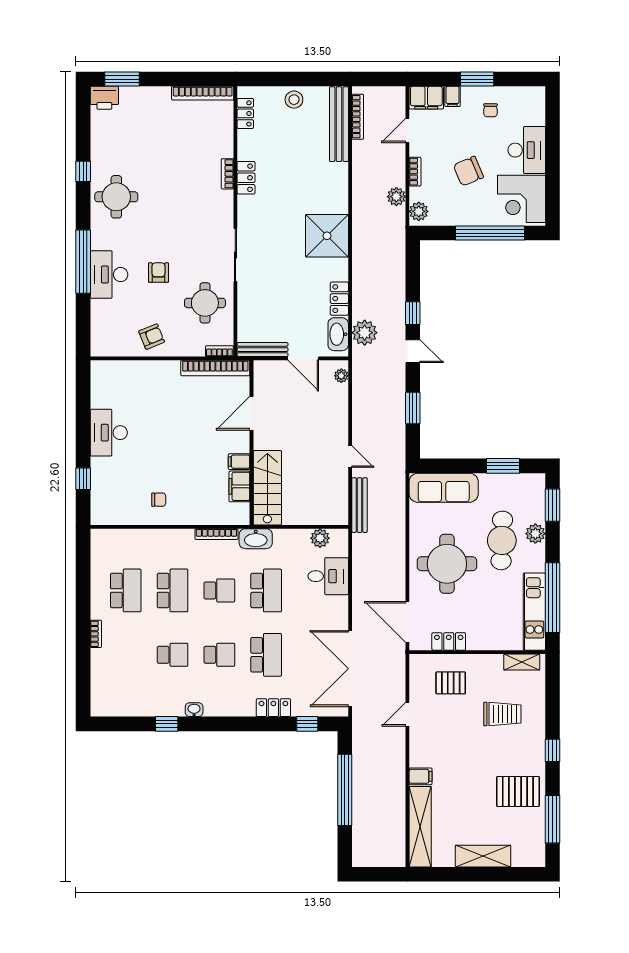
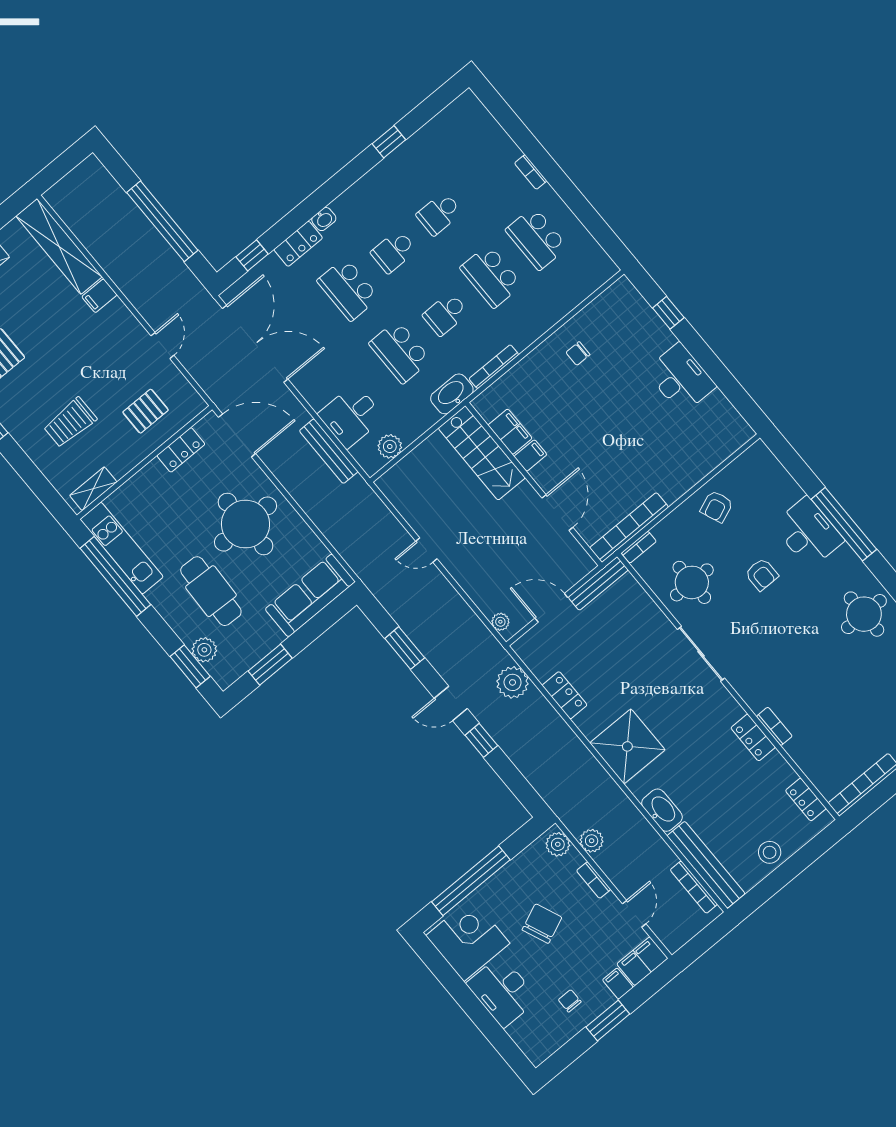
washbasin: (338, 334) -> (662, 810), moved
bench: (360, 505) -> (329, 451), moved
plant: (535, 534) -> (204, 650), moved
washbasin: (194, 710) -> (324, 219), moved

